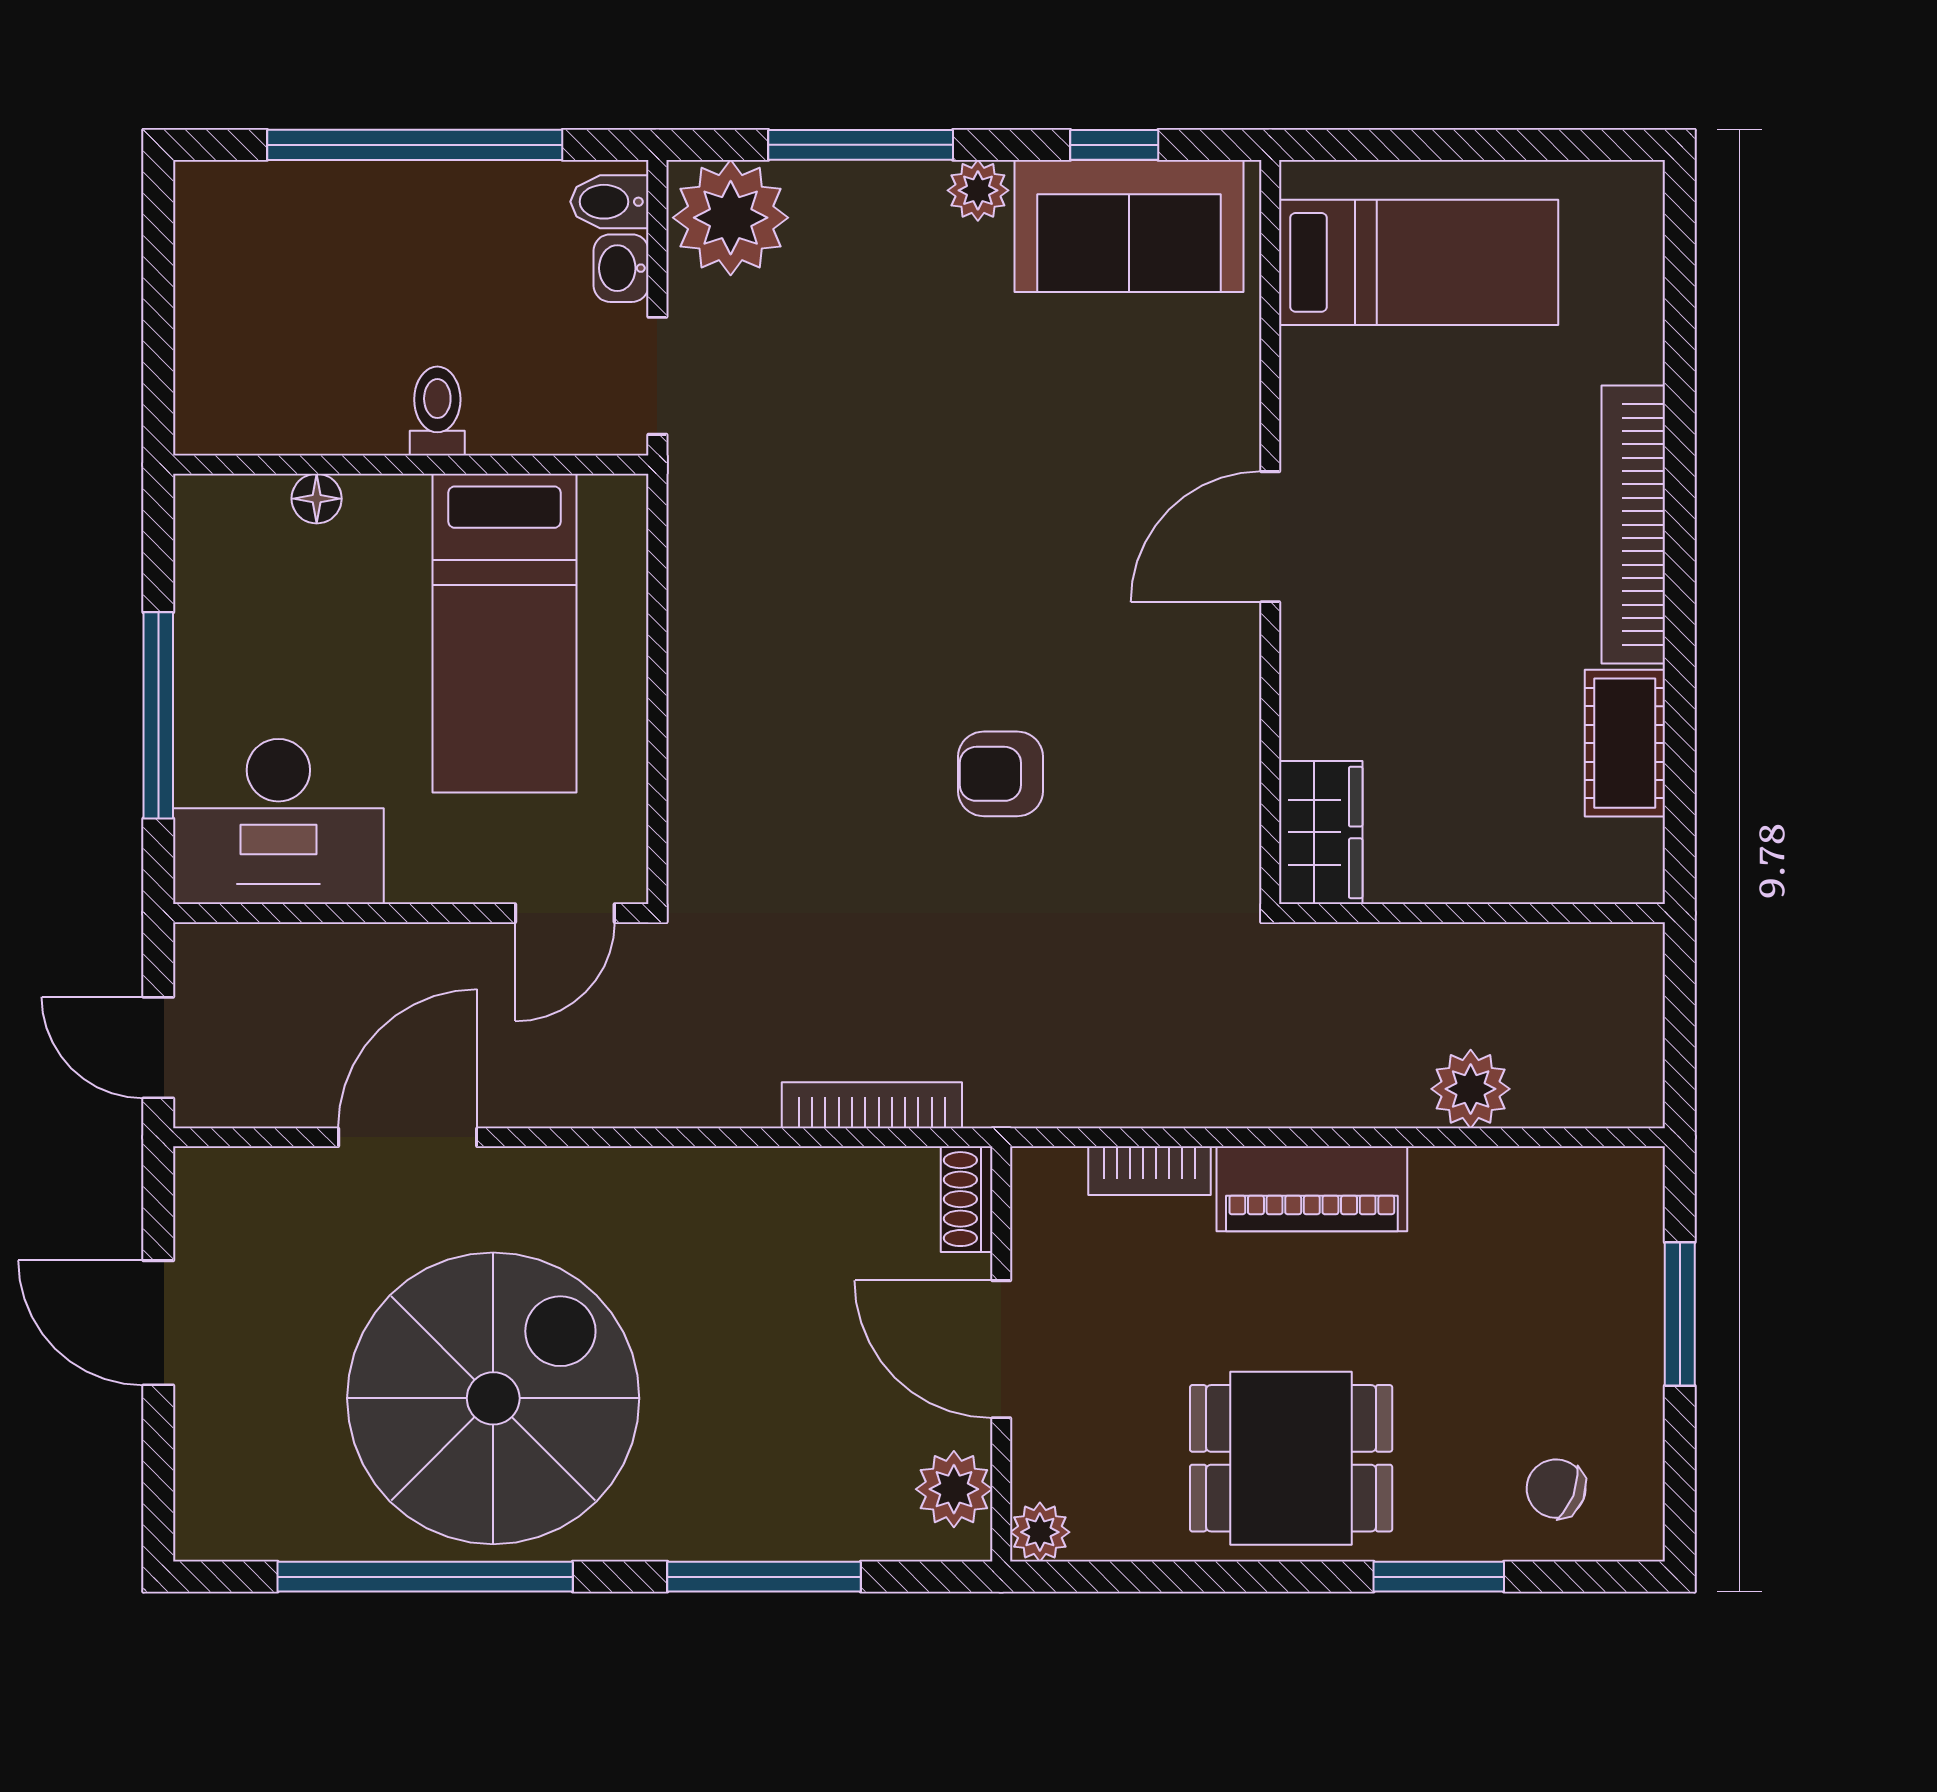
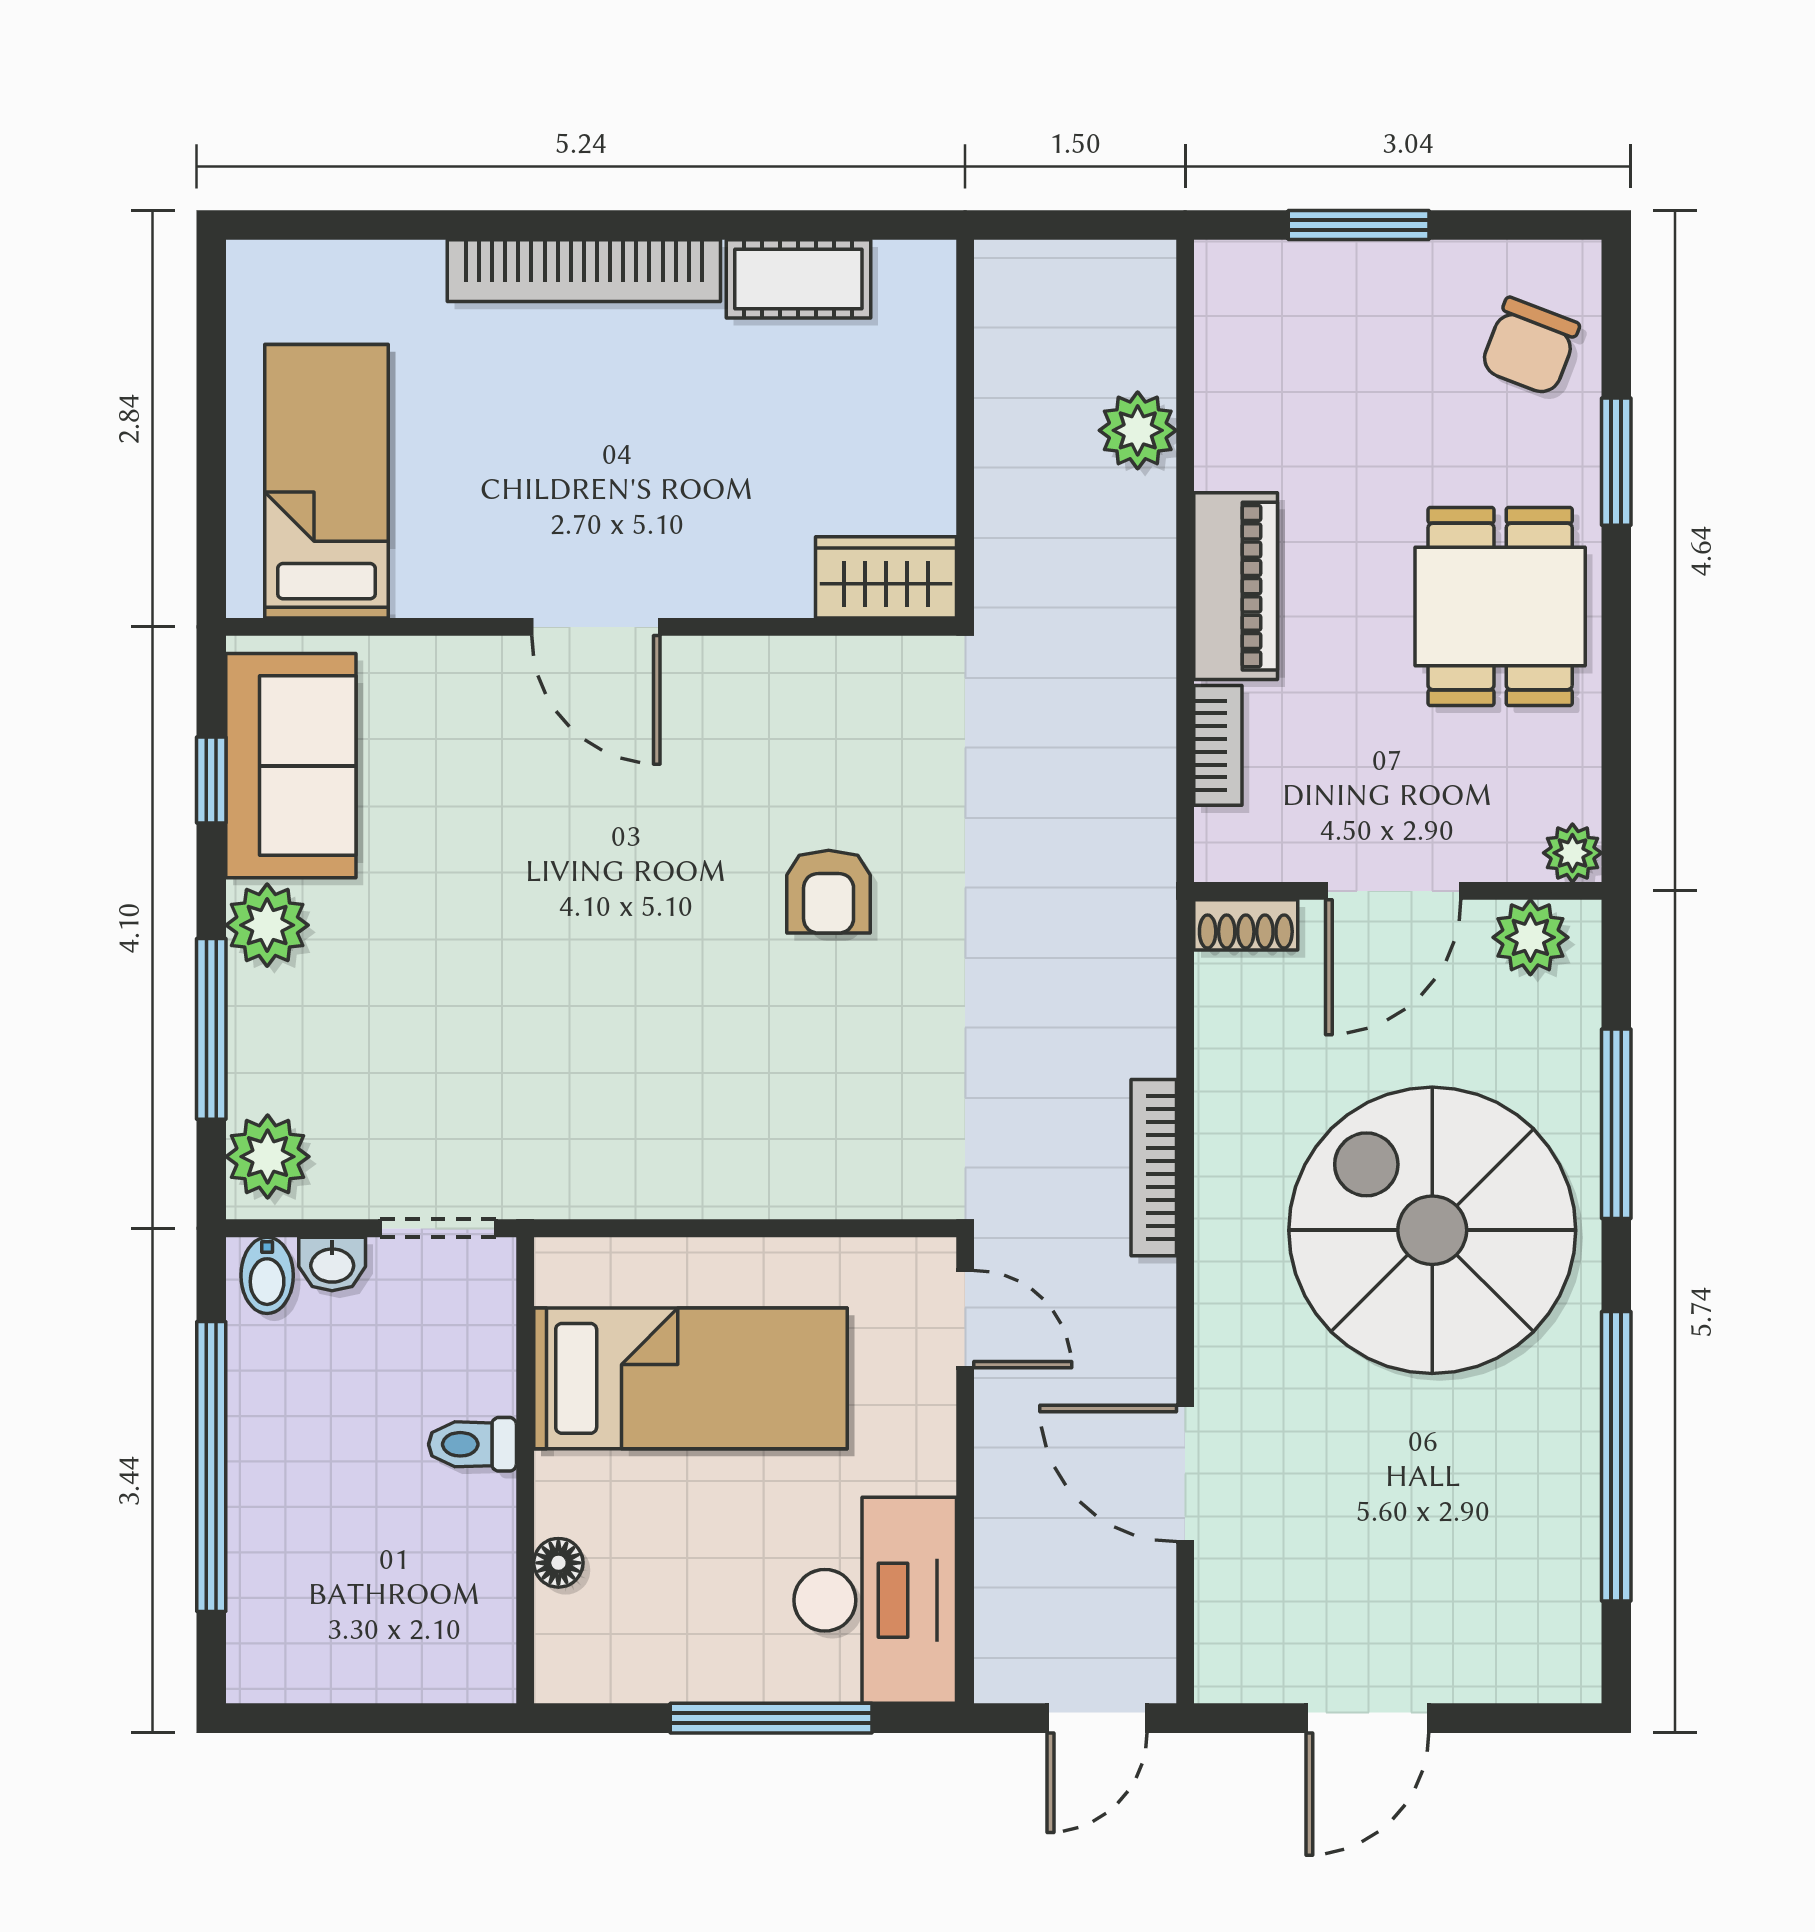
plant: (978, 190) -> (267, 925), width x1.38, depth x1.38
plant: (731, 218) -> (268, 1157), width x0.73, depth x0.73
bookcase: (872, 1105) -> (1154, 1168), moved
spiral stairs: (493, 1398) -> (1432, 1230), moved
chair: (1556, 1489) -> (1530, 346), width x1.37, depth x1.37

